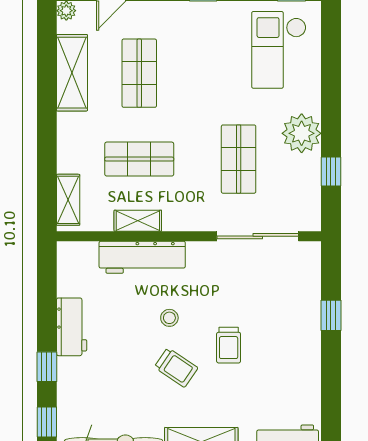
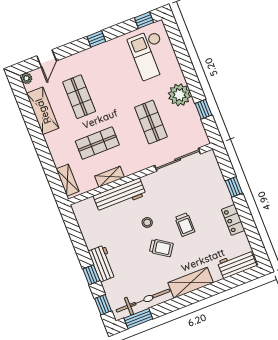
workbench: (72, 327) -> (102, 263), moved
locker: (309, 368) -> (233, 220), added

